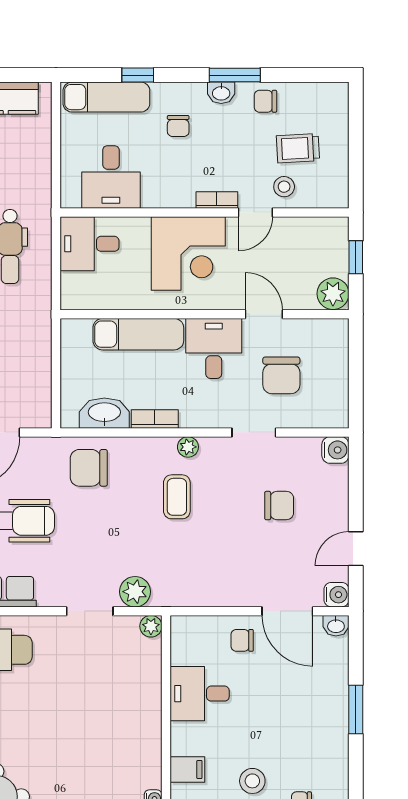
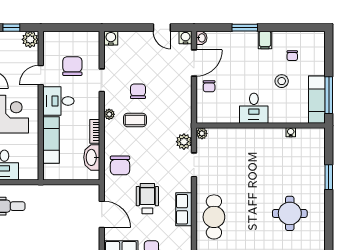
chair: (281, 375) -> (72, 66), turned -90
chair: (279, 506) -> (138, 91), moved
desk: (200, 694) -> (254, 108), moved
filing cabinet: (187, 770) -> (265, 40), moved, turned 180

